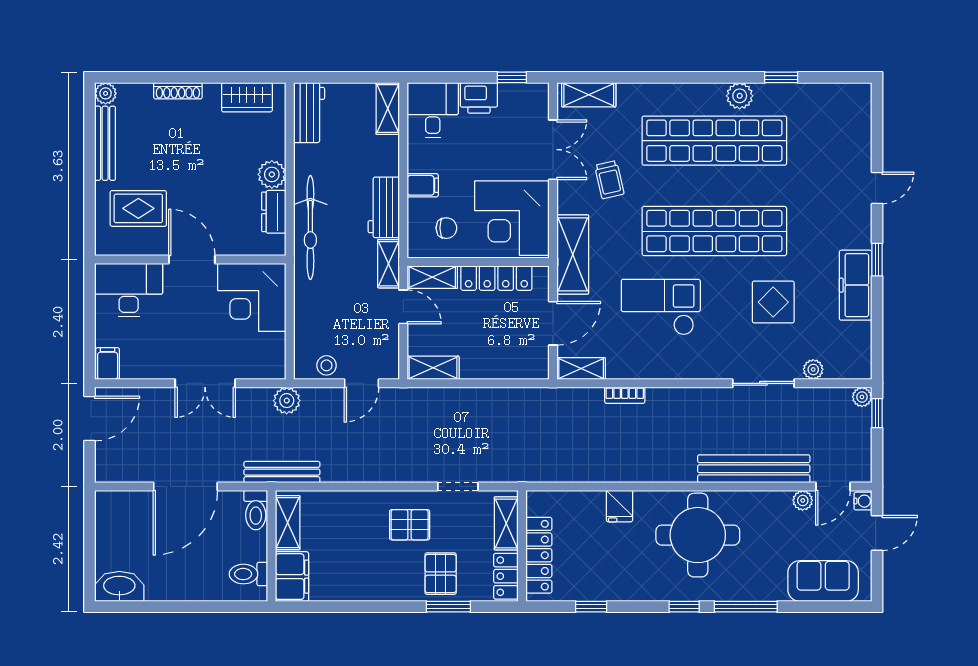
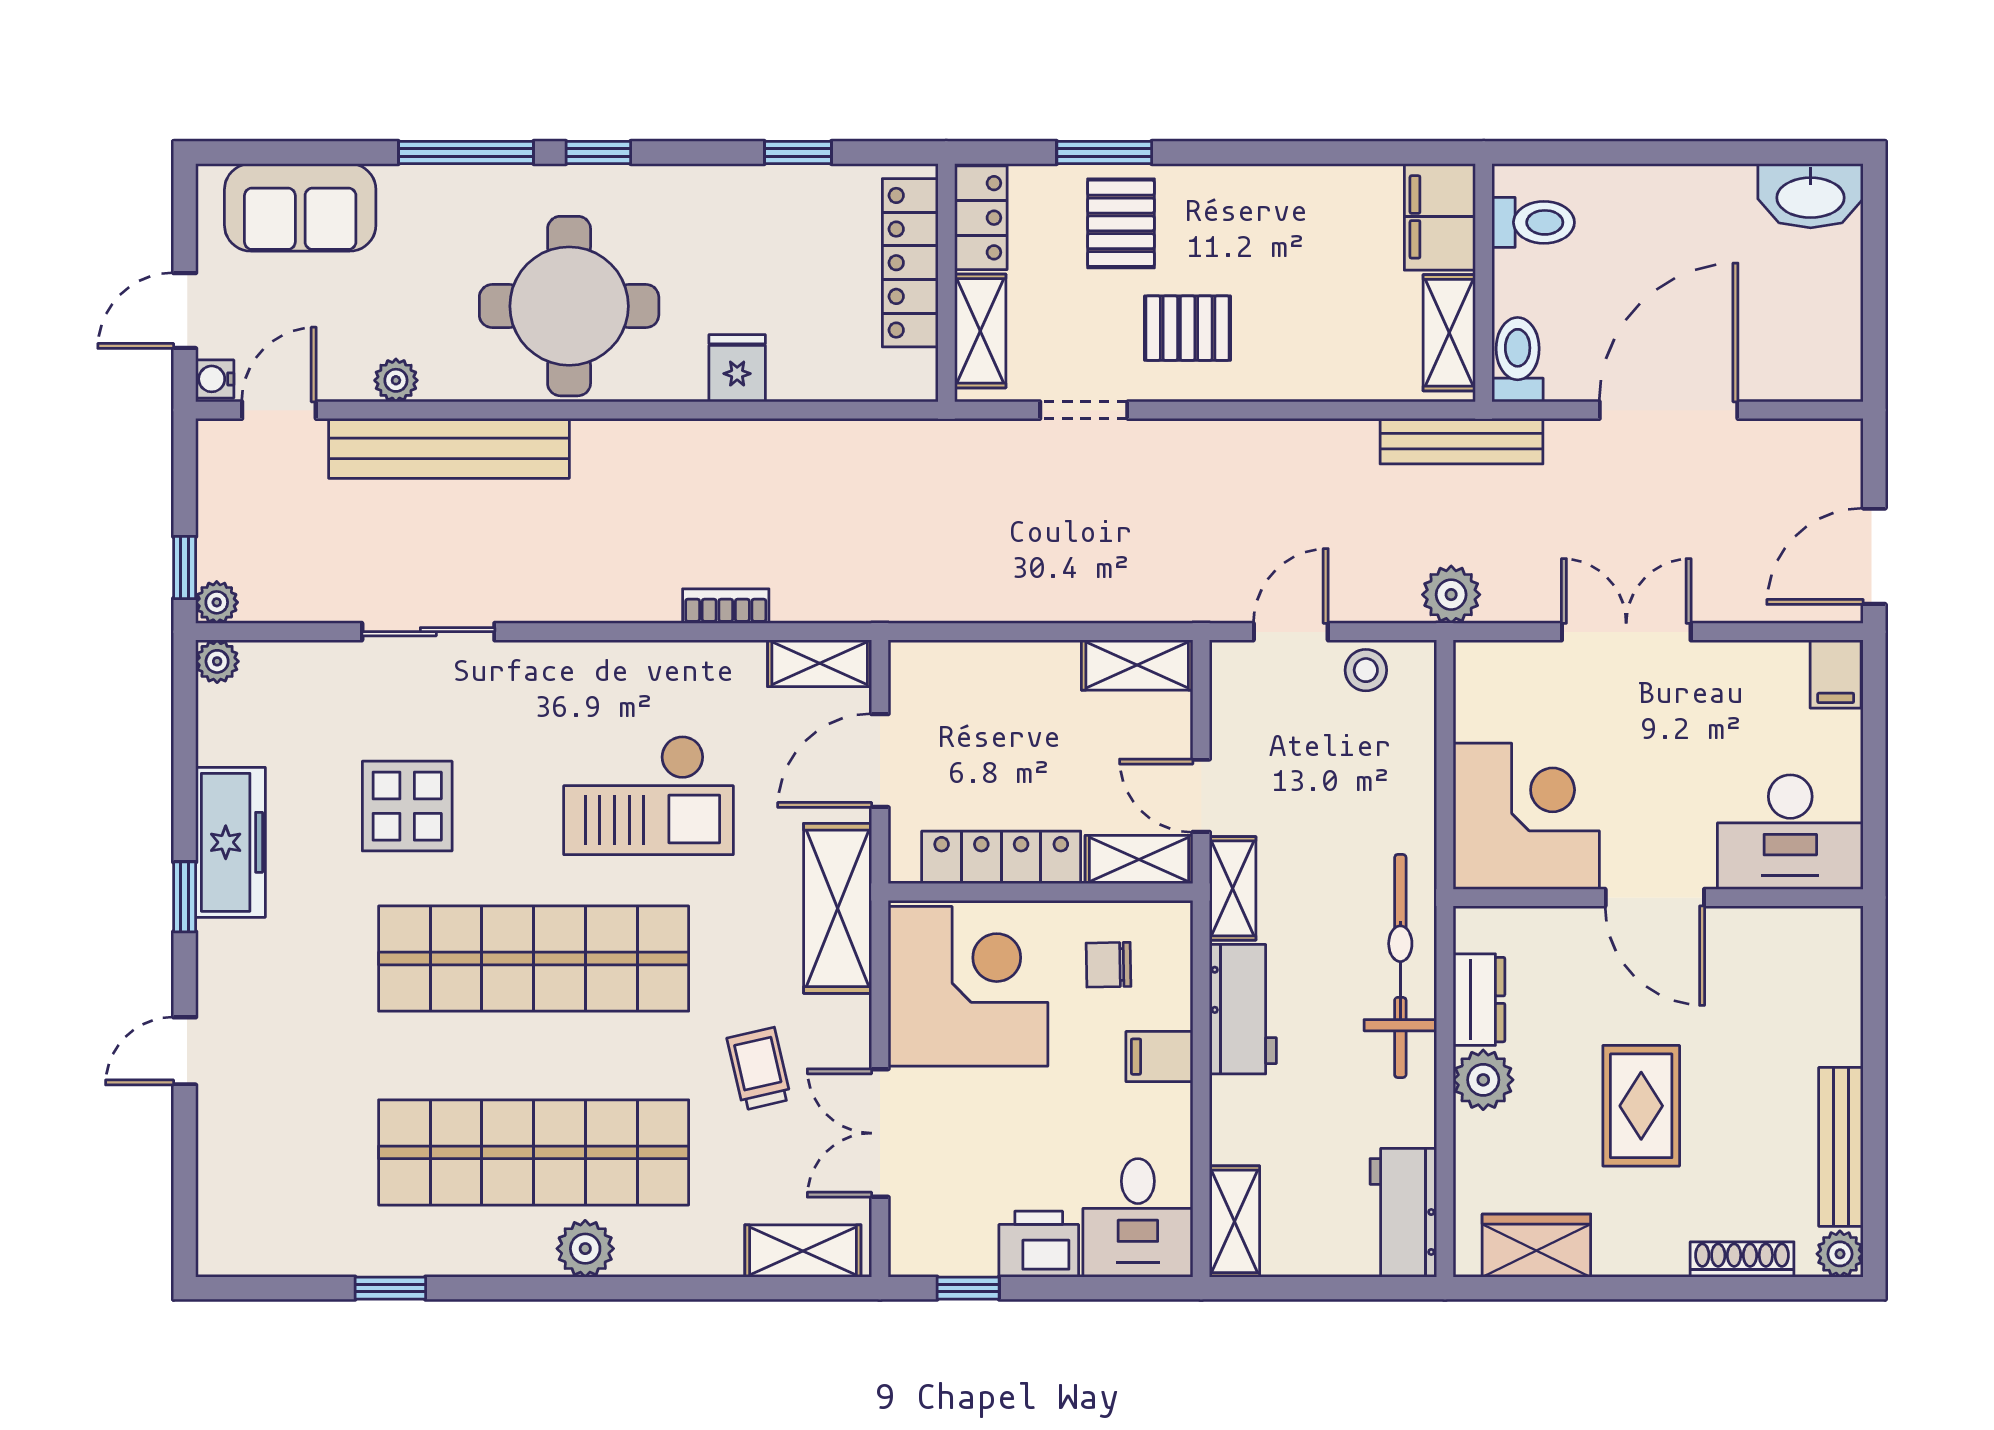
shoe rack: (178, 91) -> (1742, 1259), moved
plant: (740, 96) -> (585, 1249), moved
rug: (138, 208) -> (1641, 1106), moved, turned 90
plant: (813, 369) -> (217, 661), moved
plant: (803, 500) -> (396, 380), moved

